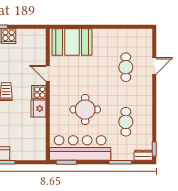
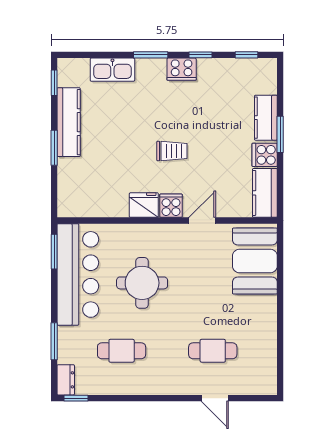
kitchen counter: (31, 36) -> (265, 193), added

